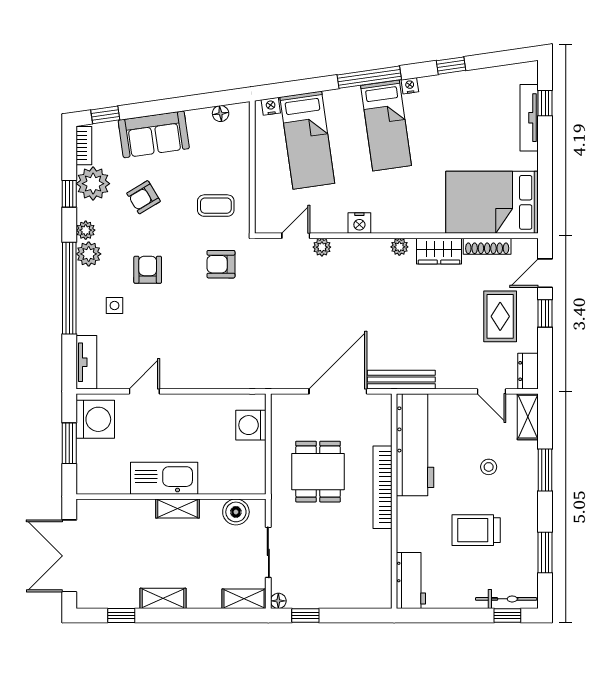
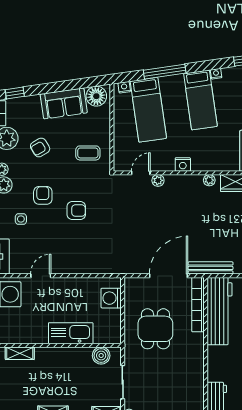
window: (369, 77) -> (165, 72), moved
floor lamp: (221, 114) -> (96, 96), width x1.89, depth x1.89
sofa: (154, 134) -> (64, 103), moved
armchair: (221, 264) -> (76, 211), moved, turned 180
kitchen sink: (164, 478) -> (71, 333), moved
bookcase: (382, 487) -> (198, 305), moved
shelving: (177, 509) -> (20, 353), moved

